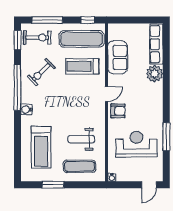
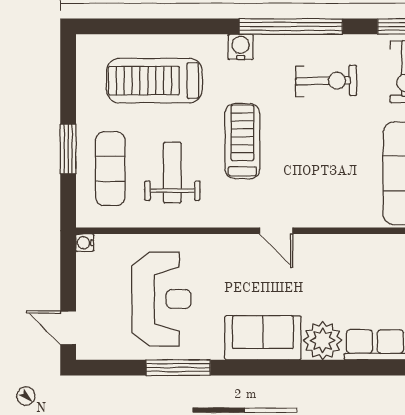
sofa: (118, 57) -> (263, 338), moved, turned 180
treadmill: (82, 66) -> (242, 141), moved
exercise bike: (41, 72) -> (326, 81), turned 133
armchair: (118, 111) -> (237, 257), removed
window: (53, 185) -> (68, 149), moved

